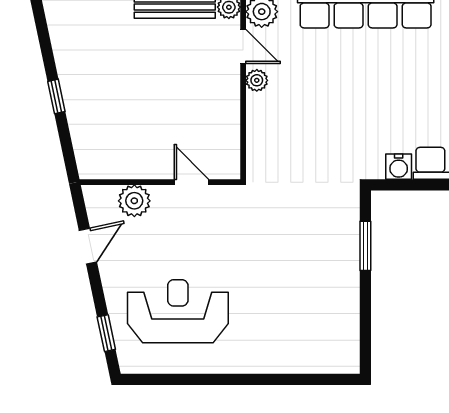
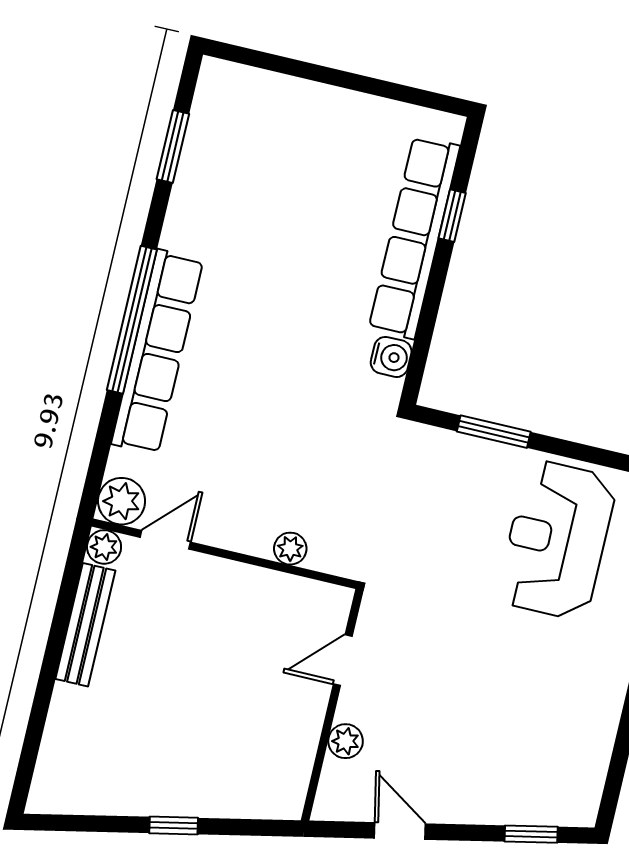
plant: (257, 80) -> (290, 549), moved
plant: (134, 201) -> (346, 741), width x0.73, depth x0.73
reception desk: (178, 311) -> (557, 540), moved

